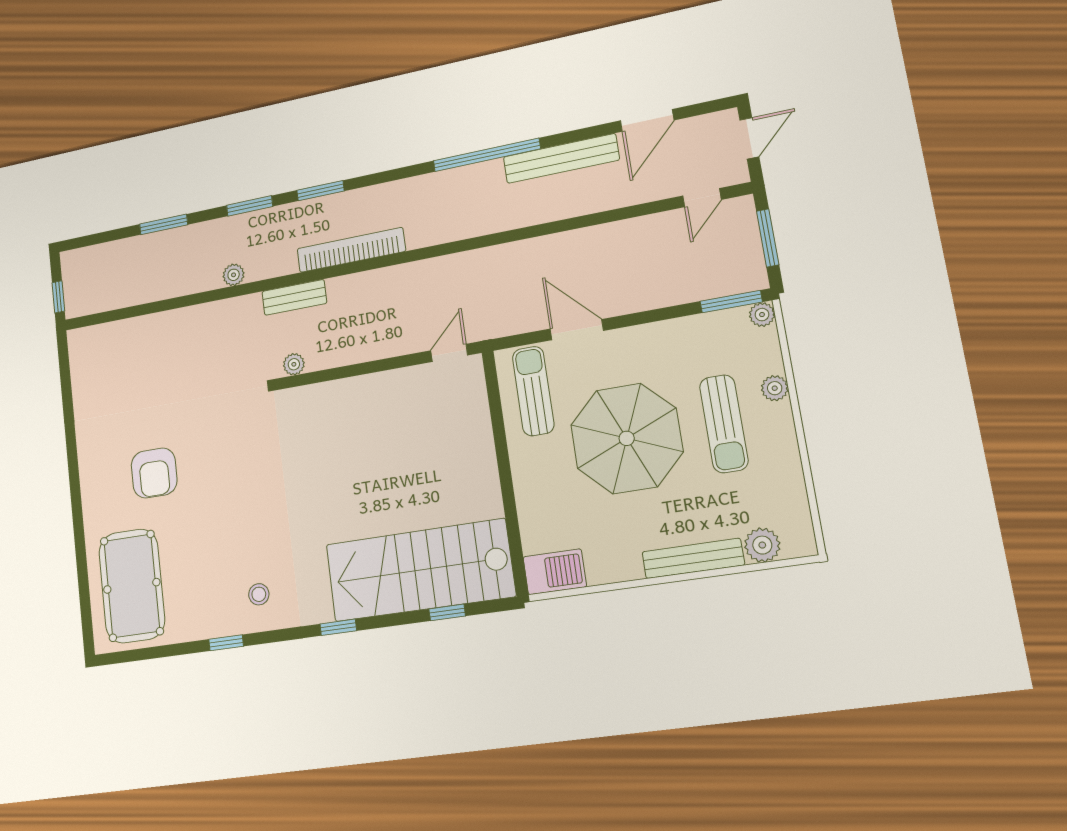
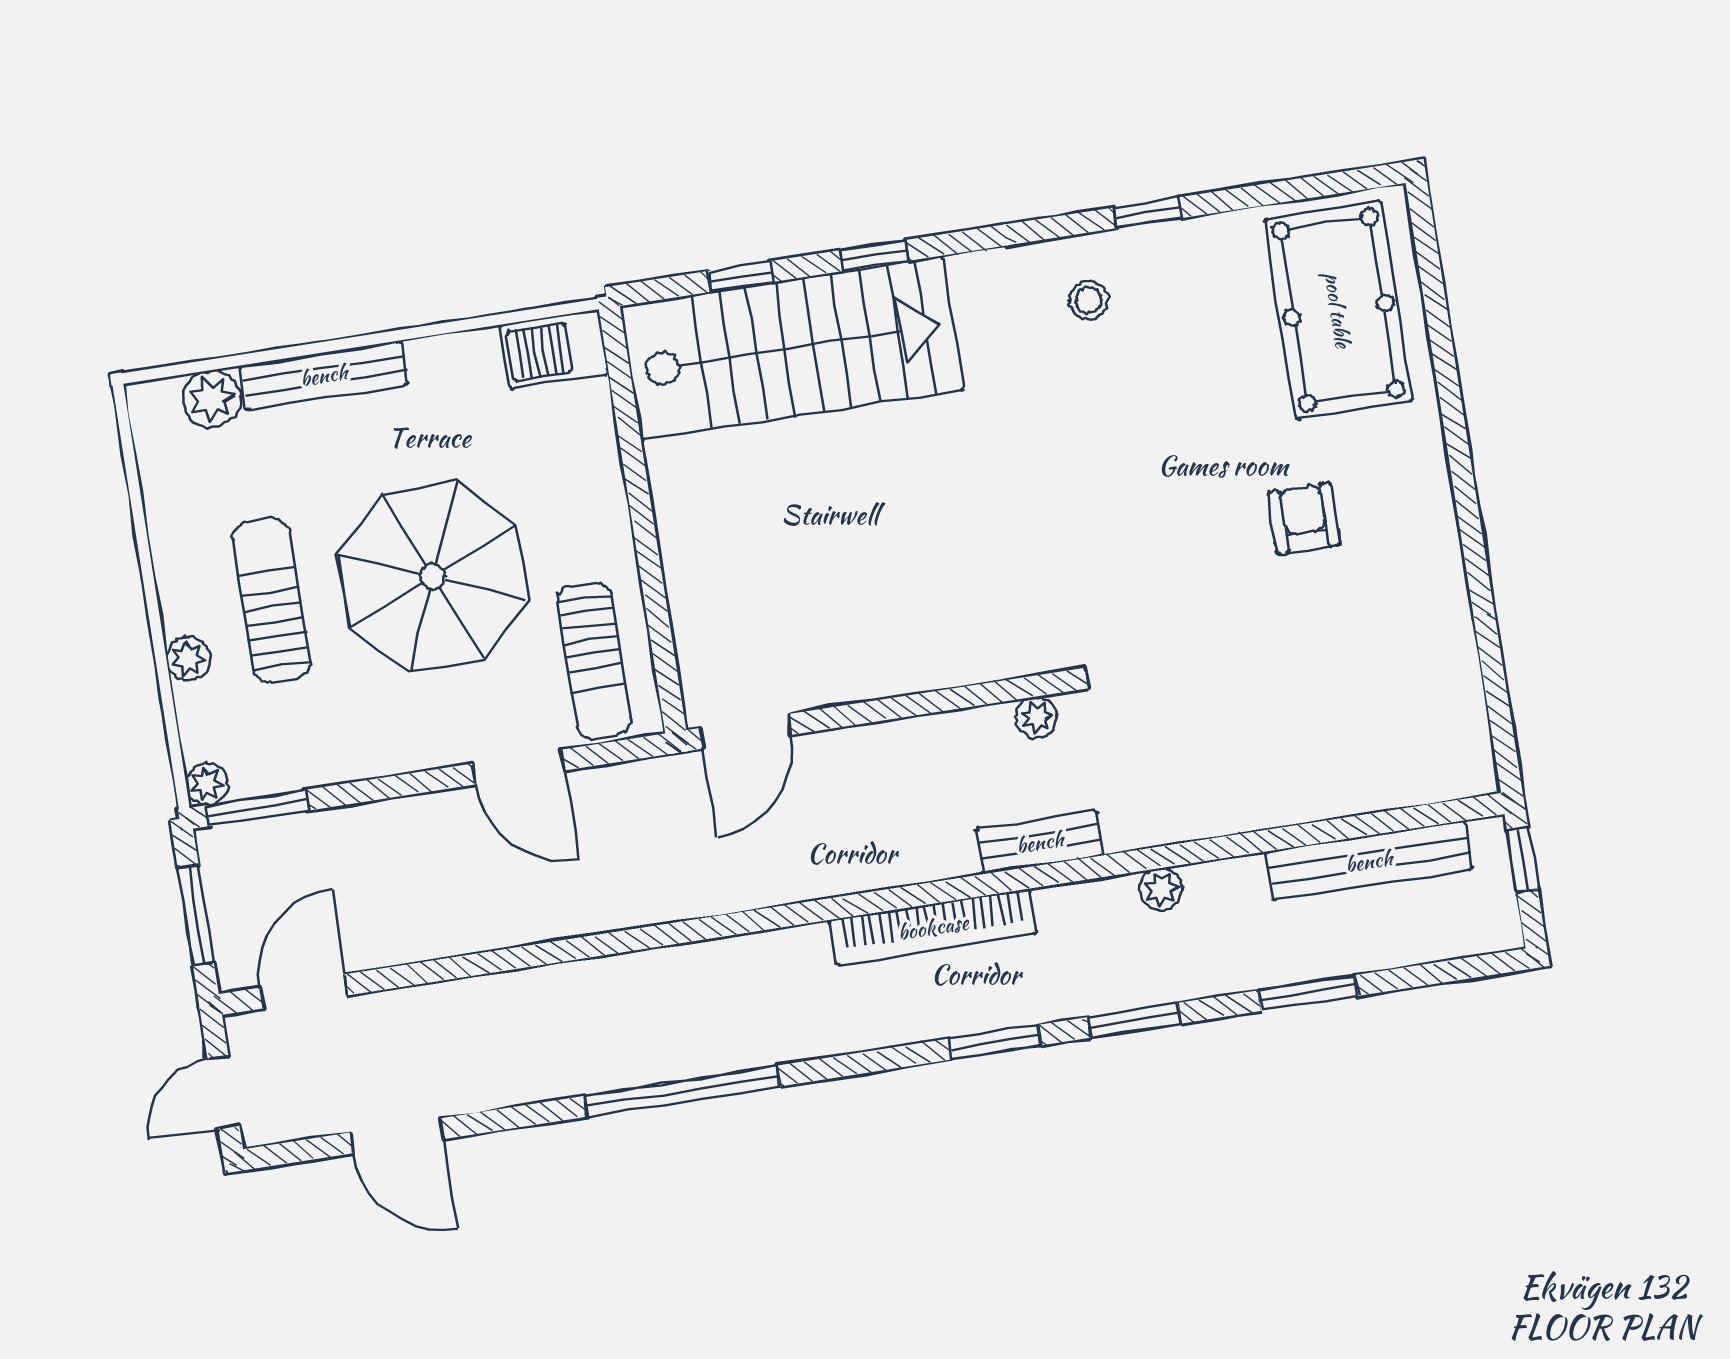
door: (647, 120) -> (397, 1136), swing flipped
bench: (561, 158) -> (1369, 861), moved
door: (702, 198) -> (304, 991), width x1.38
door: (449, 353) -> (745, 731), width x1.38
armchair: (154, 473) -> (1304, 519), width x0.72, depth x0.72
window: (338, 627) -> (874, 256), moved

